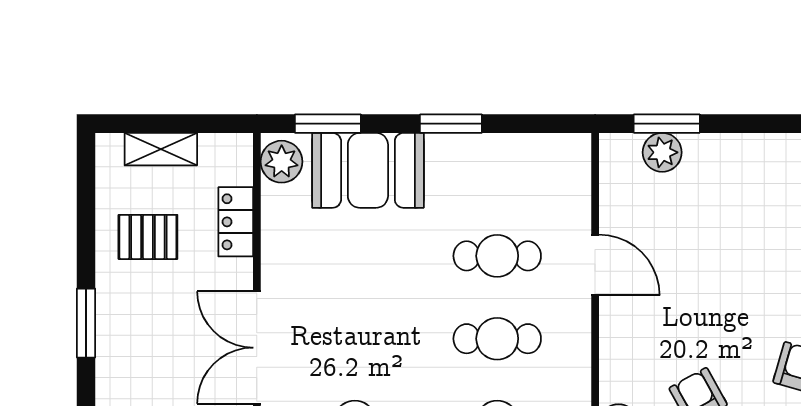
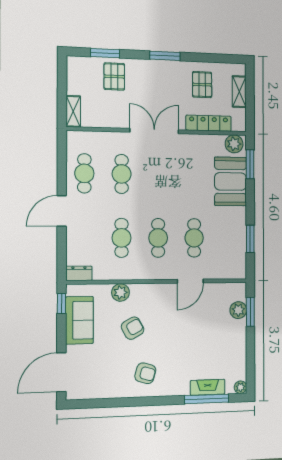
window: (451, 124) -> (250, 239), moved
locker: (236, 222) -> (209, 123), width x1.53

